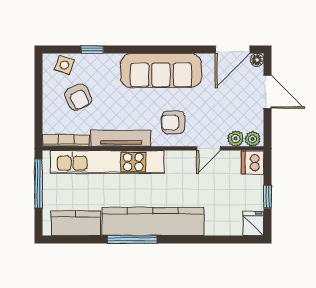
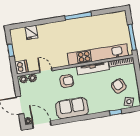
door: (233, 49) -> (42, 124), hinge flipped
sofa: (161, 70) -> (72, 108), width x0.73
door: (209, 148) -> (46, 70), hinge flipped
kitchen counter: (153, 221) -> (69, 27), removed
kitchen counter: (76, 223) -> (109, 20), removed
fridge: (253, 224) -> (31, 32), moved

